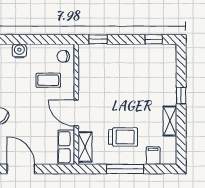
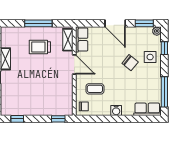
filing cabinet: (153, 156) -> (18, 33), removed

